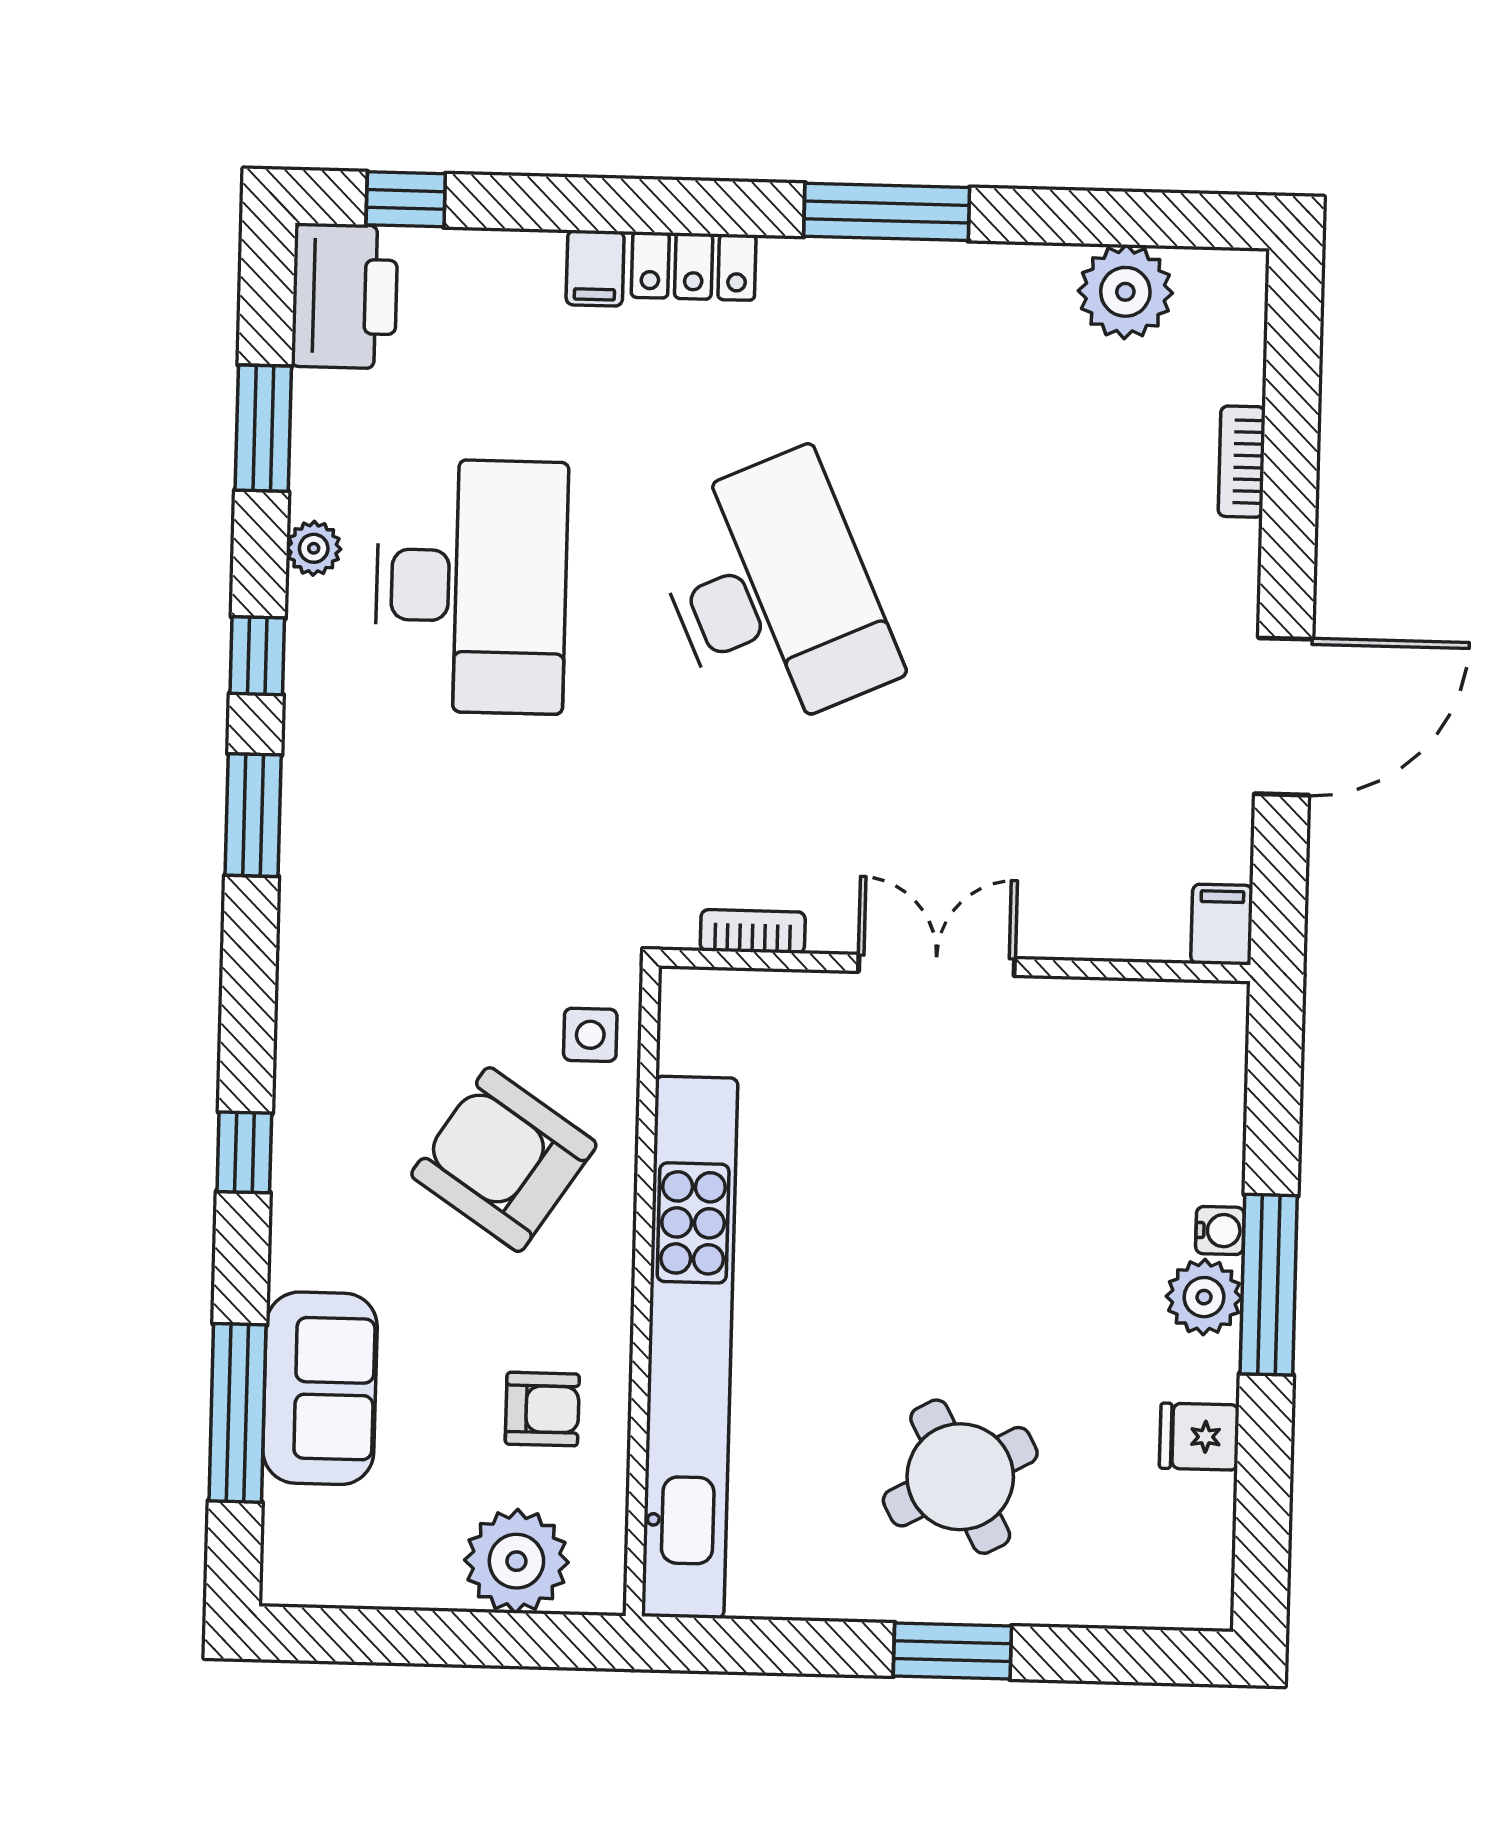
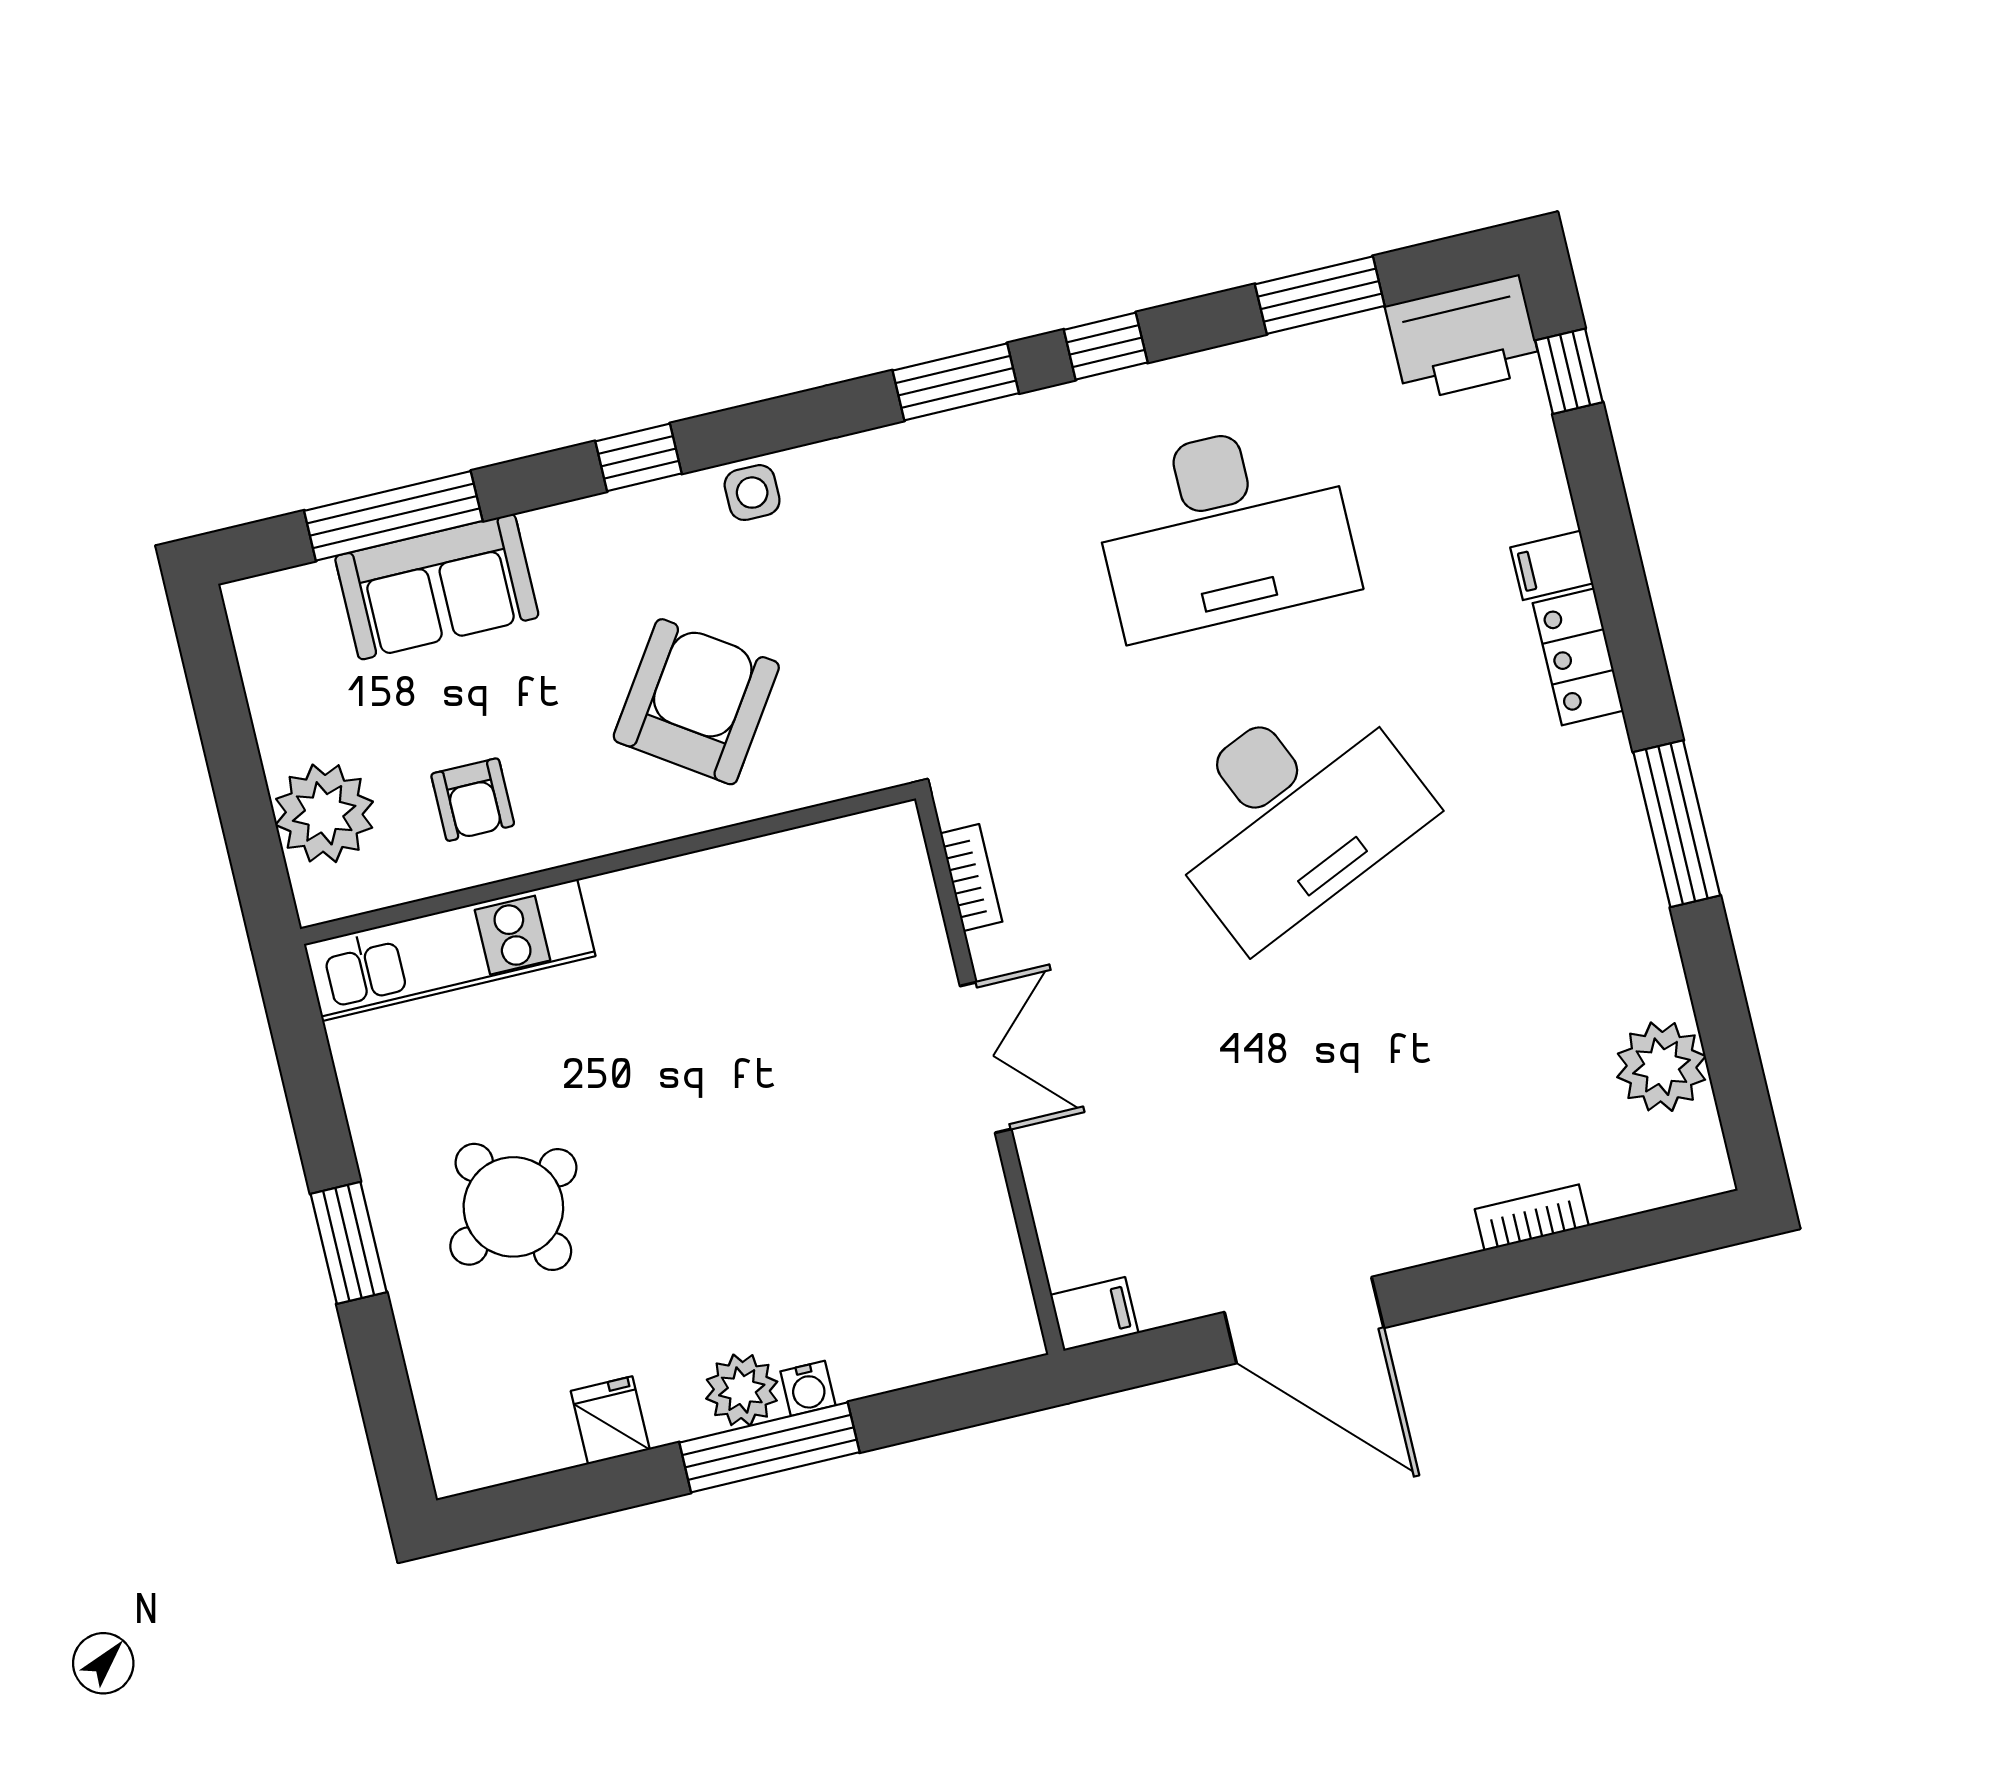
plant: (314, 548) -> (1220, 372), removed
side table: (590, 1035) -> (752, 493), moved
kitchen unit: (690, 1347) -> (450, 950), width x0.54

